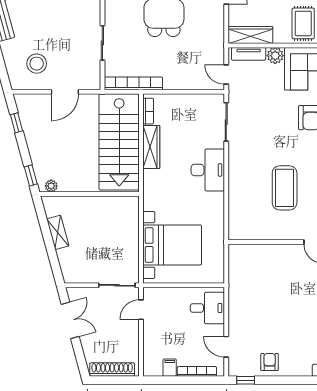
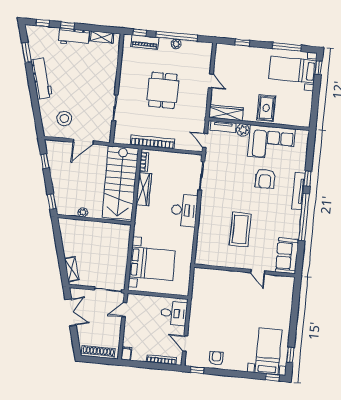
bookcase: (133, 83) -> (152, 142), moved
plant: (51, 186) -> (83, 212), moved
shelving: (58, 232) -> (72, 269), moved
filing cabinet: (170, 368) -> (126, 354), moved

